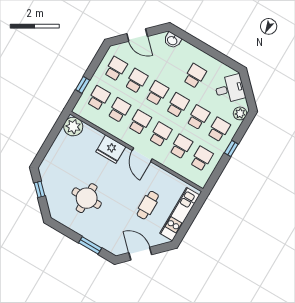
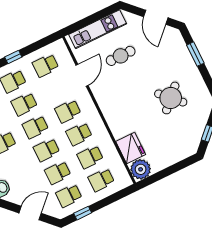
door: (137, 35) -> (30, 213), hinge flipped
window: (83, 85) -> (83, 213), moved
school desk: (181, 146) -> (57, 88), removed
fridge: (111, 149) -> (131, 148), moved
door: (142, 155) -> (82, 75), moved
round table: (87, 198) -> (171, 98), turned 45

